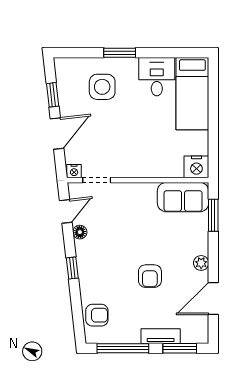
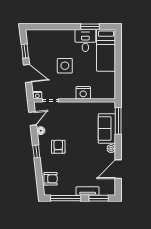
window: (120, 53) -> (90, 27), moved
side table: (102, 87) -> (65, 66), moved
door: (57, 133) -> (28, 73), hinge flipped
nightstand: (196, 167) -> (83, 93), moved
sofa: (183, 197) -> (107, 128), moved, turned 90
window: (213, 215) -> (118, 121), width x1.44
armchair: (150, 276) -> (58, 147), moved, turned 180

